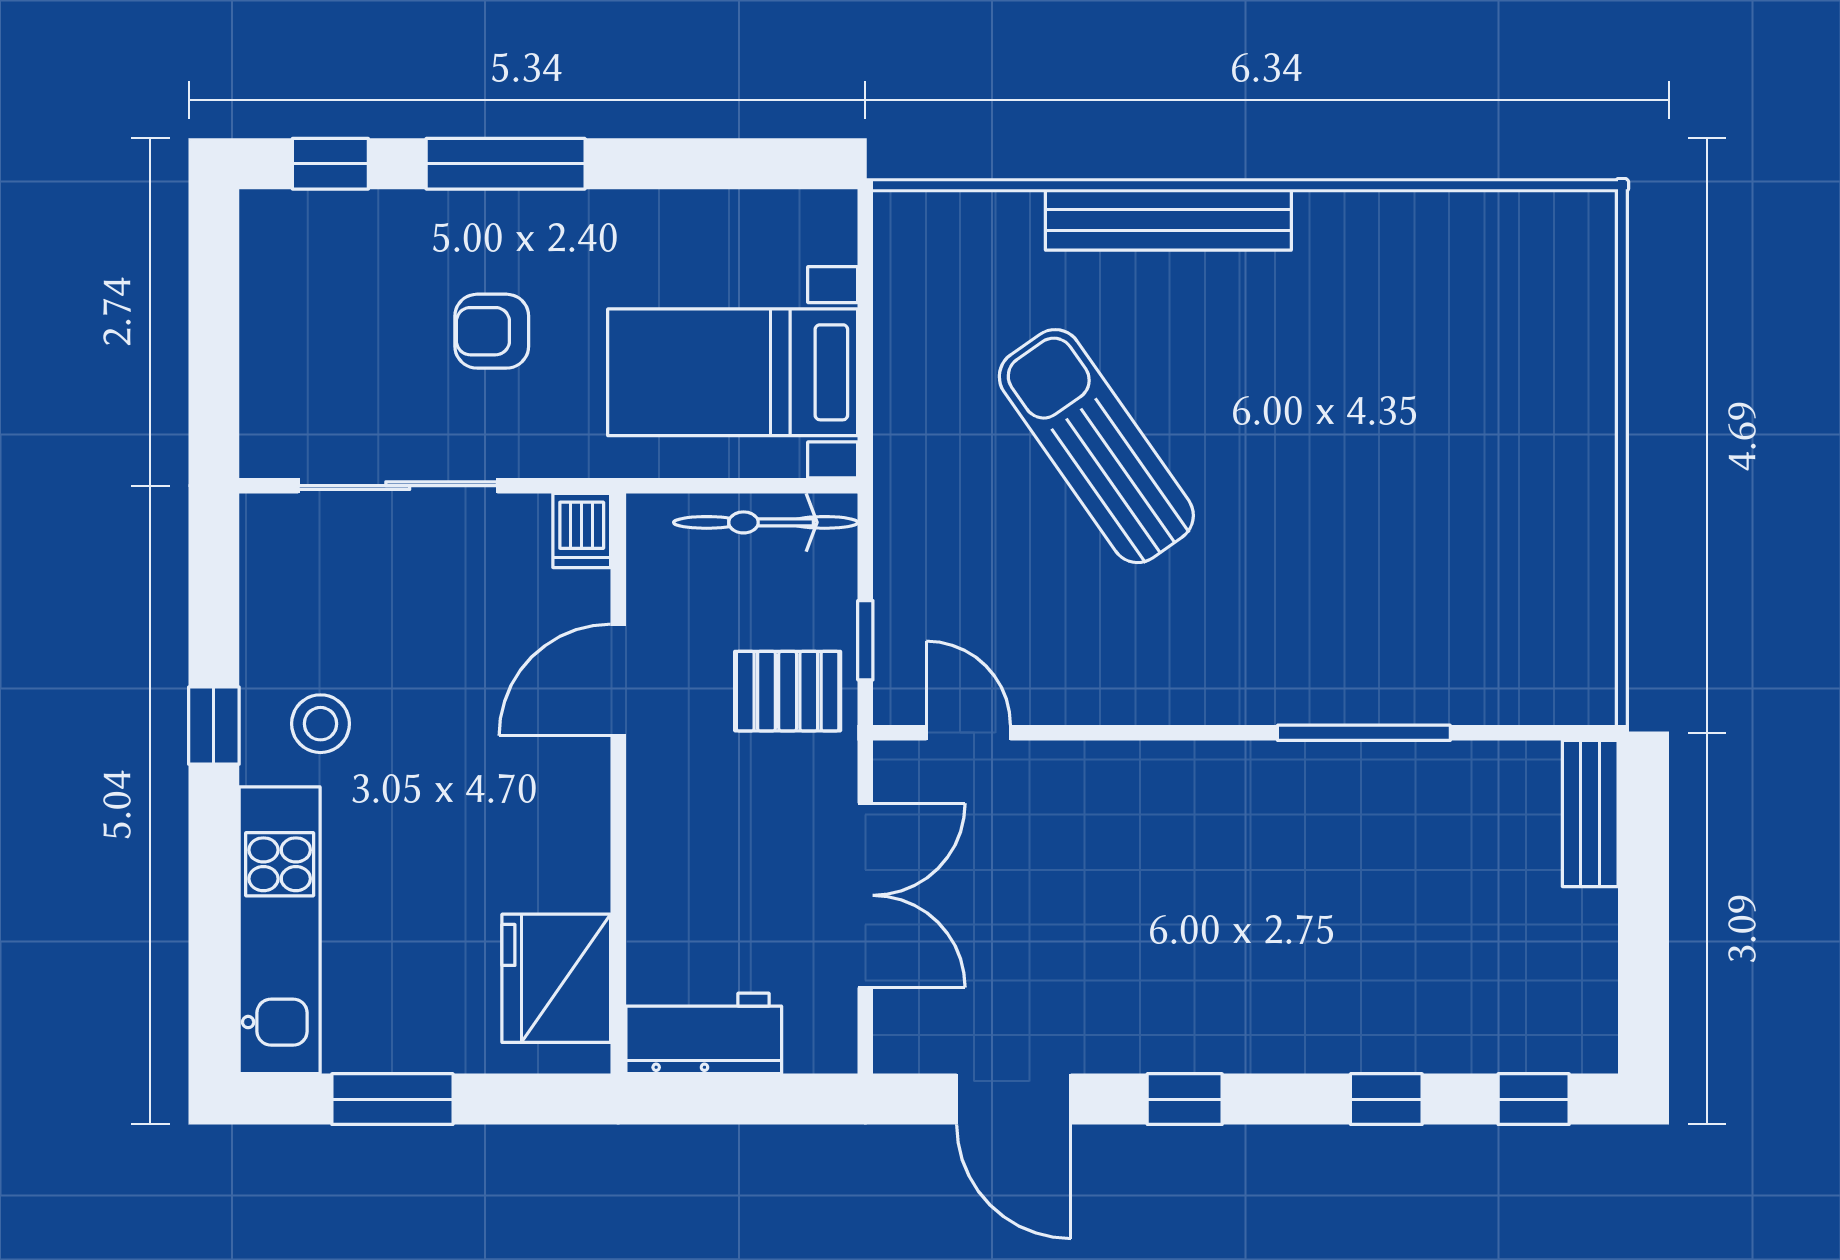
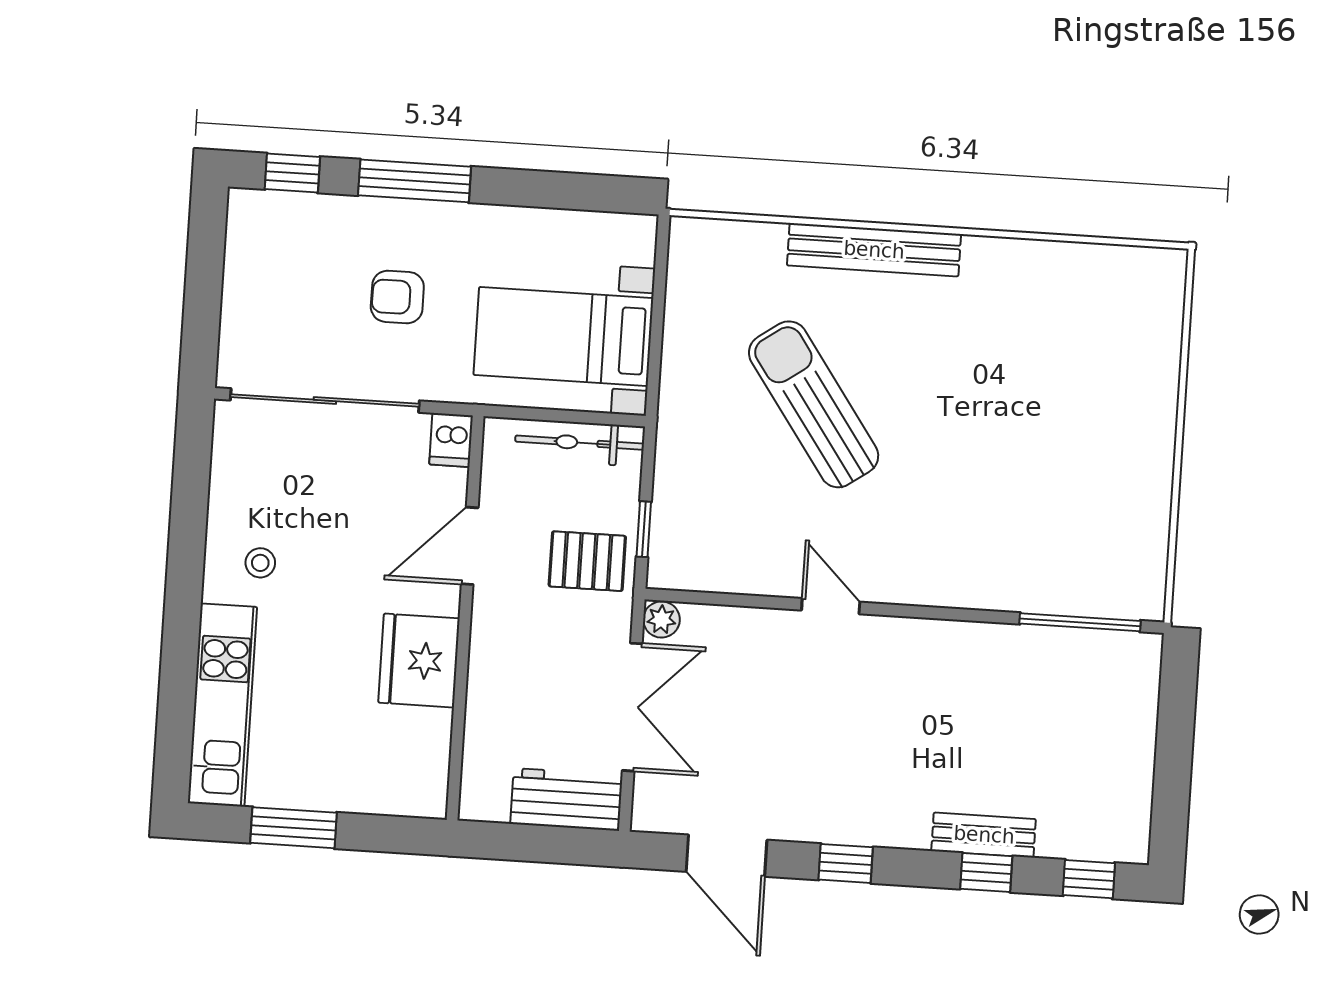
sliding door: (398, 486) -> (325, 400), width x1.36
stool: (320, 724) -> (260, 563), width x0.73, depth x0.73
window: (214, 726) -> (186, 559), removed
door: (968, 733) -> (831, 606), moved
window: (1364, 733) -> (1080, 622), moved
plant: (899, 768) -> (661, 619), added
bench: (1590, 813) -> (984, 835), moved, turned 90
fridge: (556, 978) -> (419, 660), moved
workbench: (704, 1033) -> (566, 799), moved

